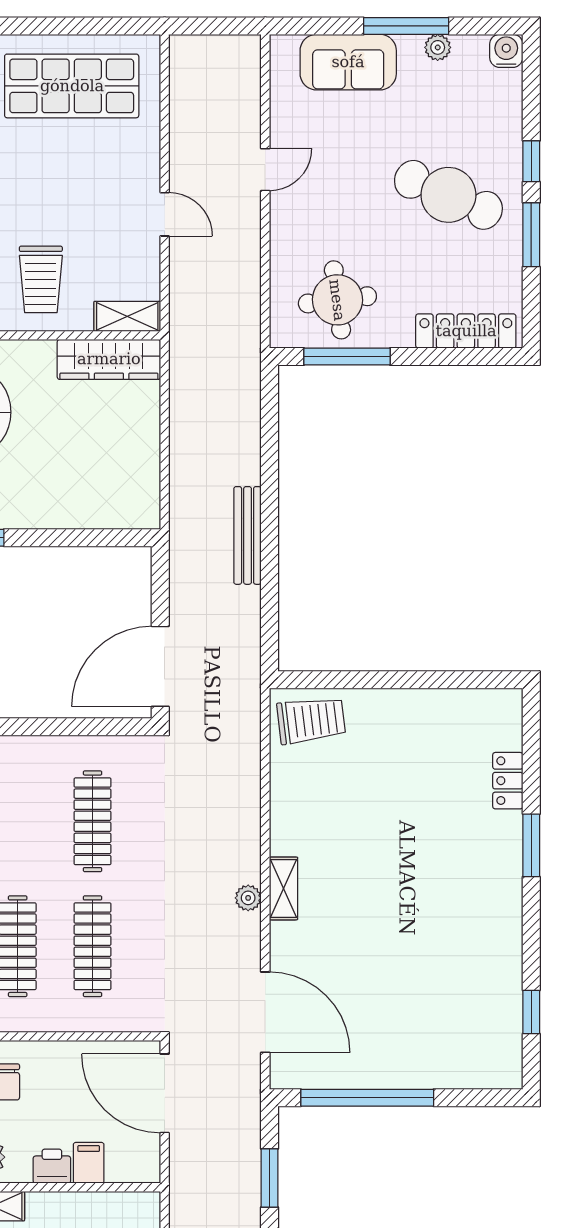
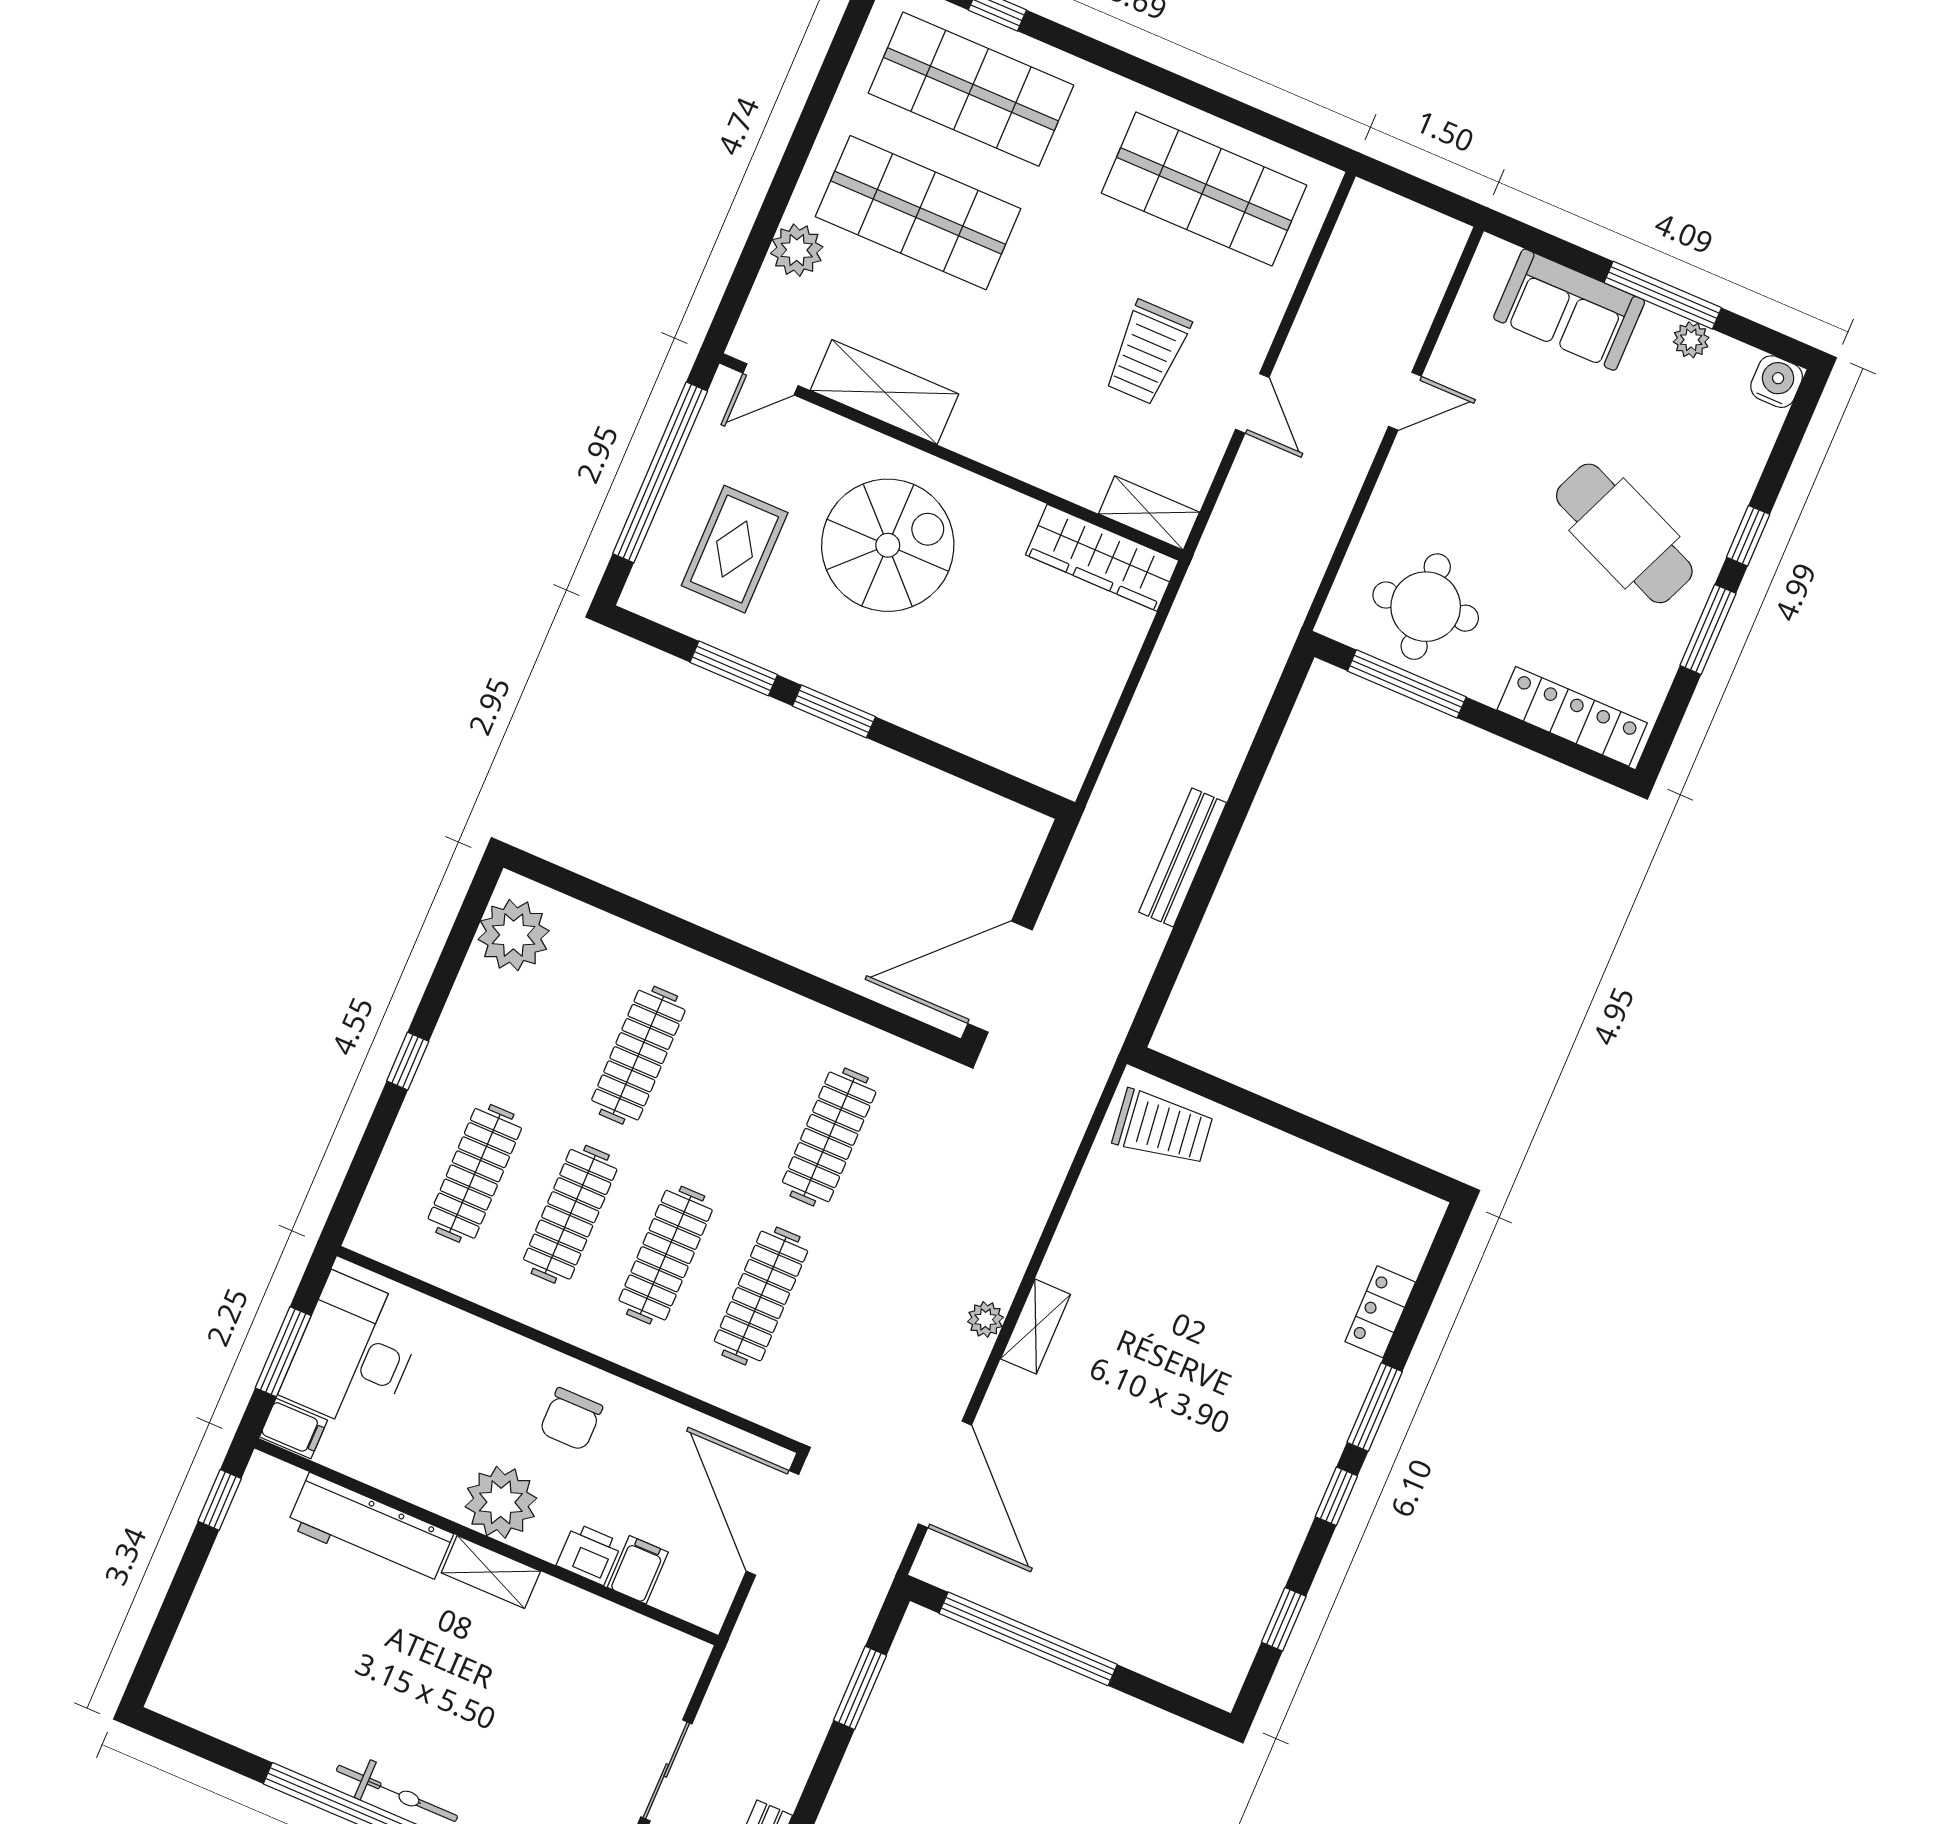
trolley: (41, 279) -> (1147, 352), moved
window: (531, 915) -> (1336, 1496), added

